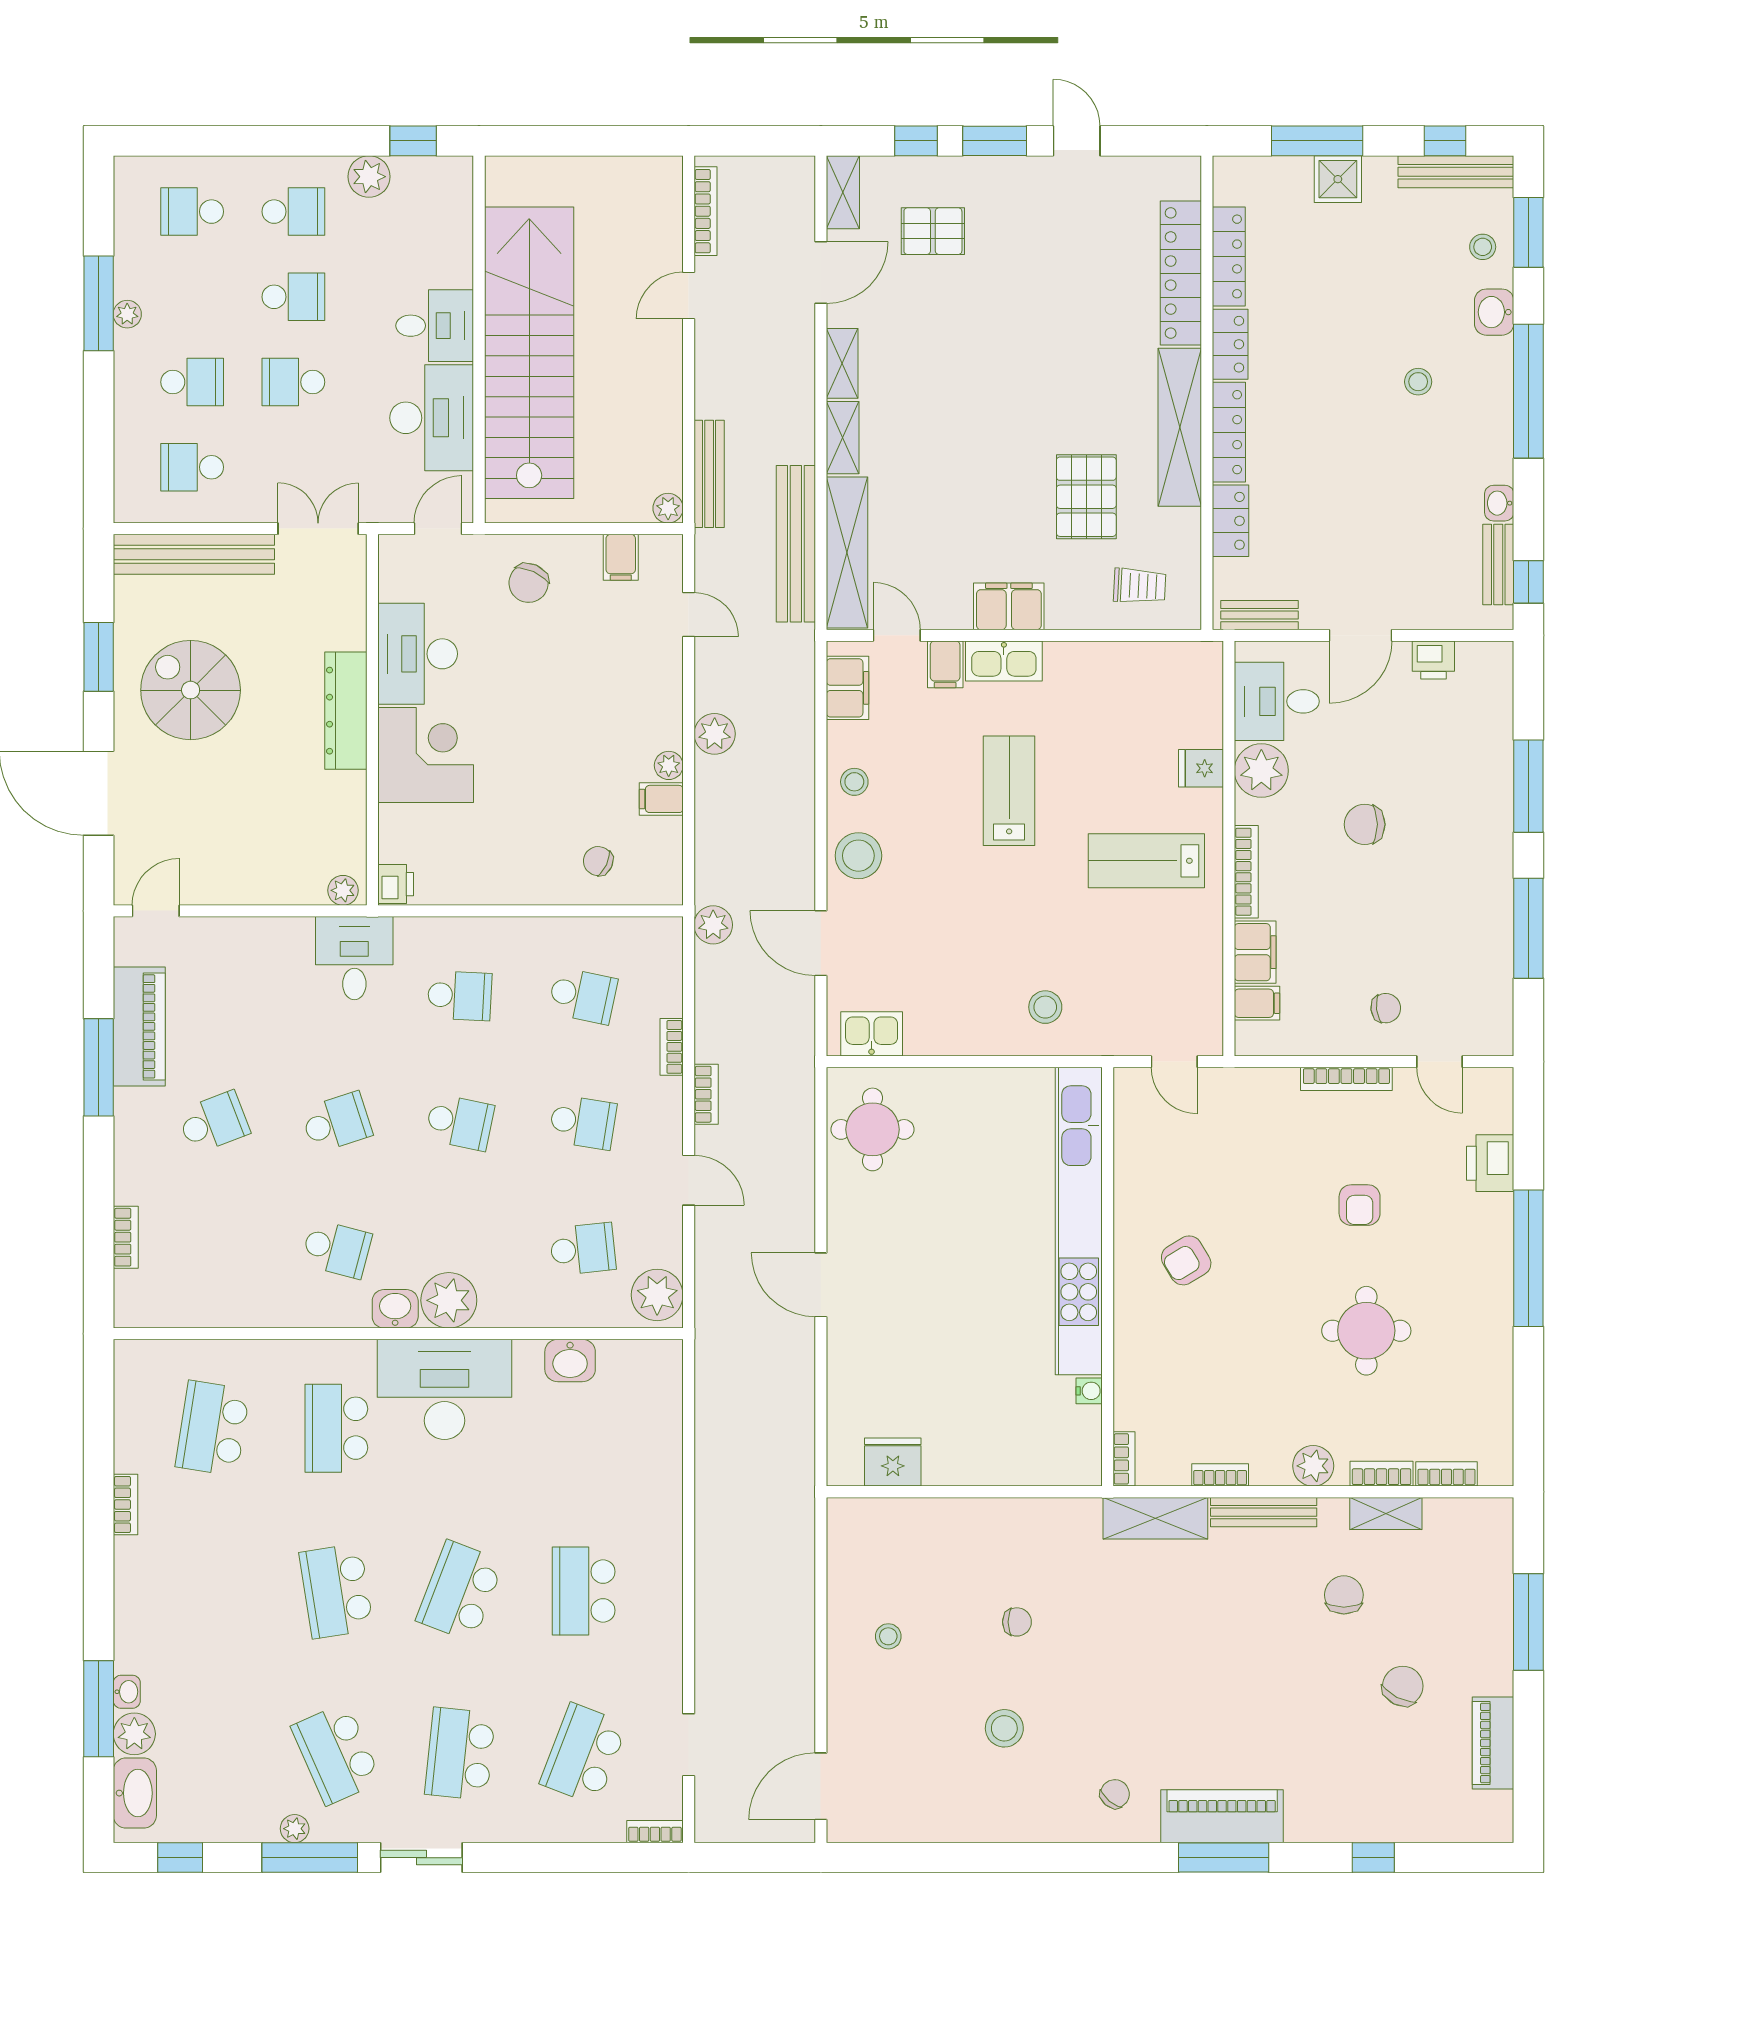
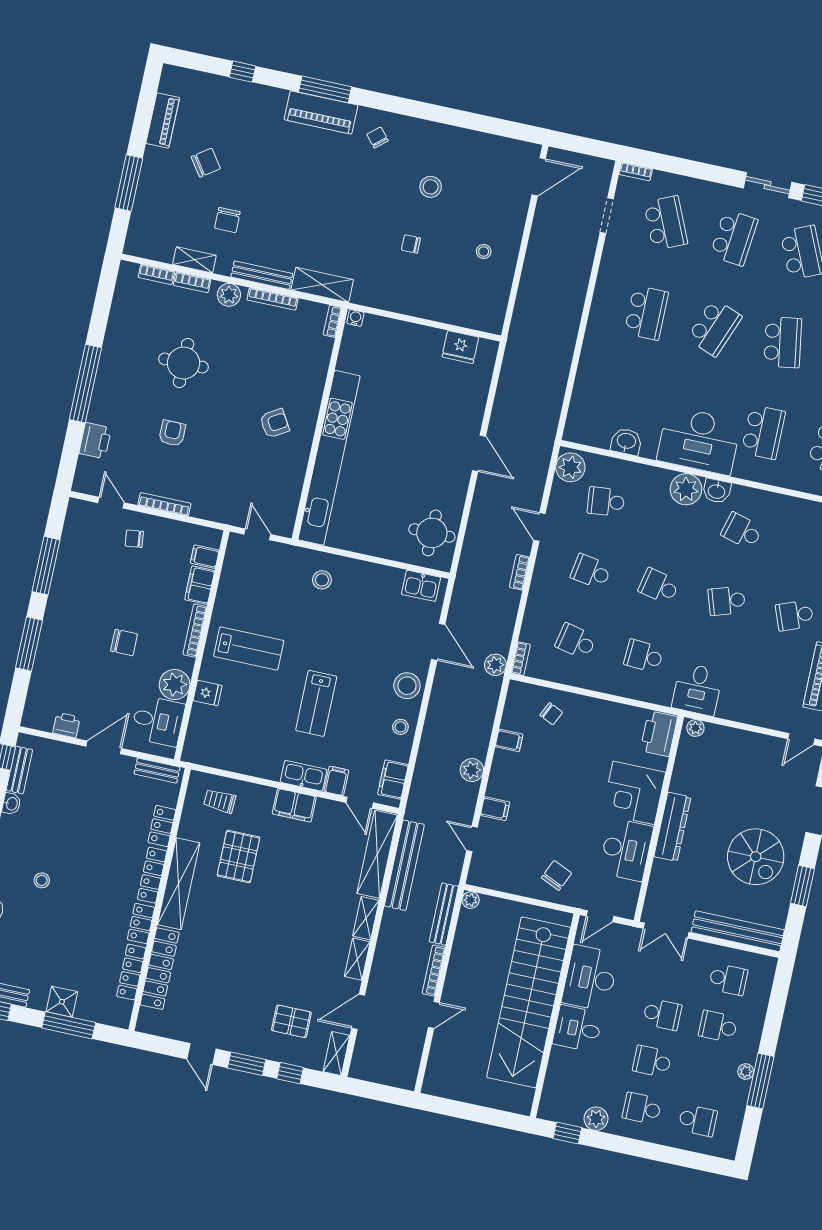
bookcase: (705, 211) -> (434, 970), moved
filing cabinet: (621, 557) -> (495, 809), moved, turned 90
plant: (669, 765) -> (501, 758), removed
printer: (396, 884) -> (659, 734), width x1.87, depth x1.48
bookcase: (672, 1047) -> (521, 659), moved
water cooler: (1089, 1391) -> (355, 318), moved, turned 90
bookcase: (1220, 1475) -> (273, 299), width x1.56
chair: (1403, 1686) -> (206, 163), turned -152
school desk: (584, 1754) -> (666, 223), turned -45
chair: (1115, 1794) -> (377, 138), turned 99

